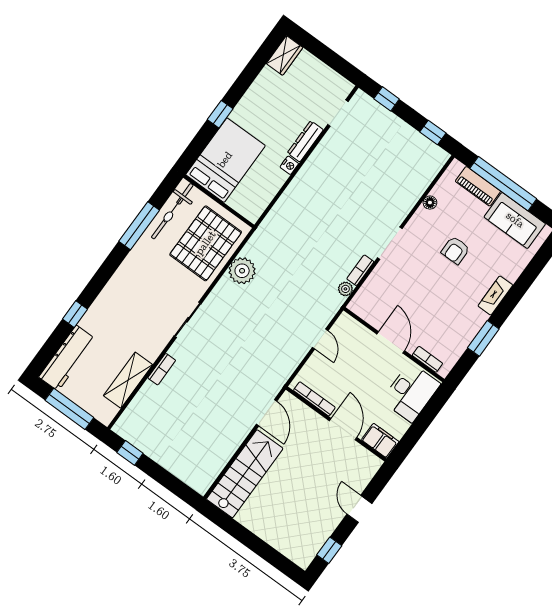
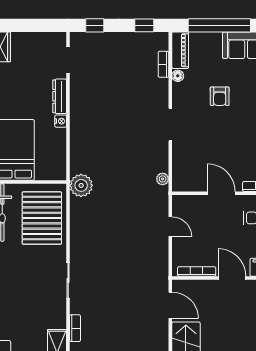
piano: (478, 186) -> (180, 50), moved, turned -90
bookcase: (360, 270) -> (164, 64), moved
plant: (242, 271) -> (81, 185), moved

